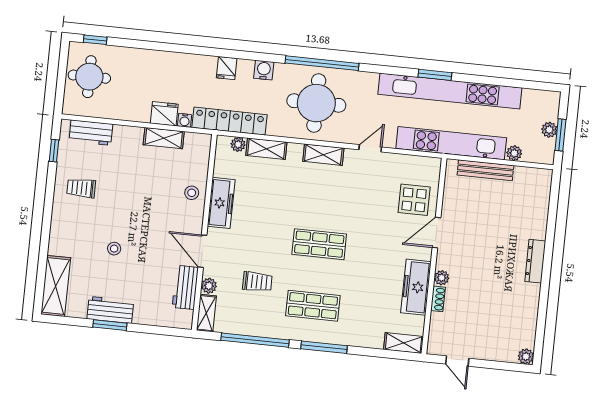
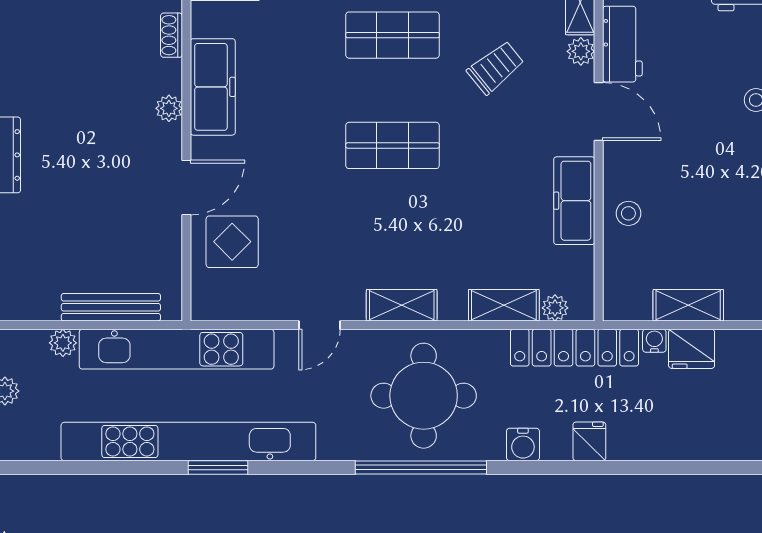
trolley: (257, 282) -> (496, 67), turned 141
shoe rack: (438, 299) -> (171, 35), moved

